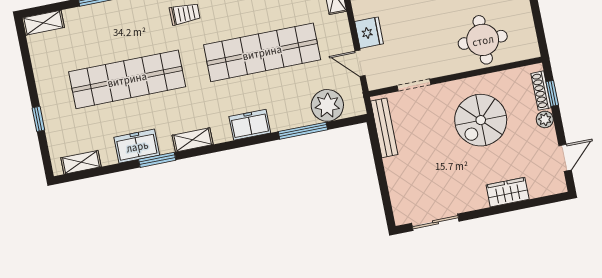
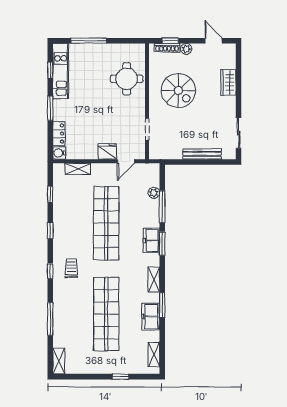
plant: (327, 105) -> (154, 193), width x0.53, depth x0.53
bench: (384, 128) -> (202, 154), moved
window: (248, 142) -> (162, 244), added

